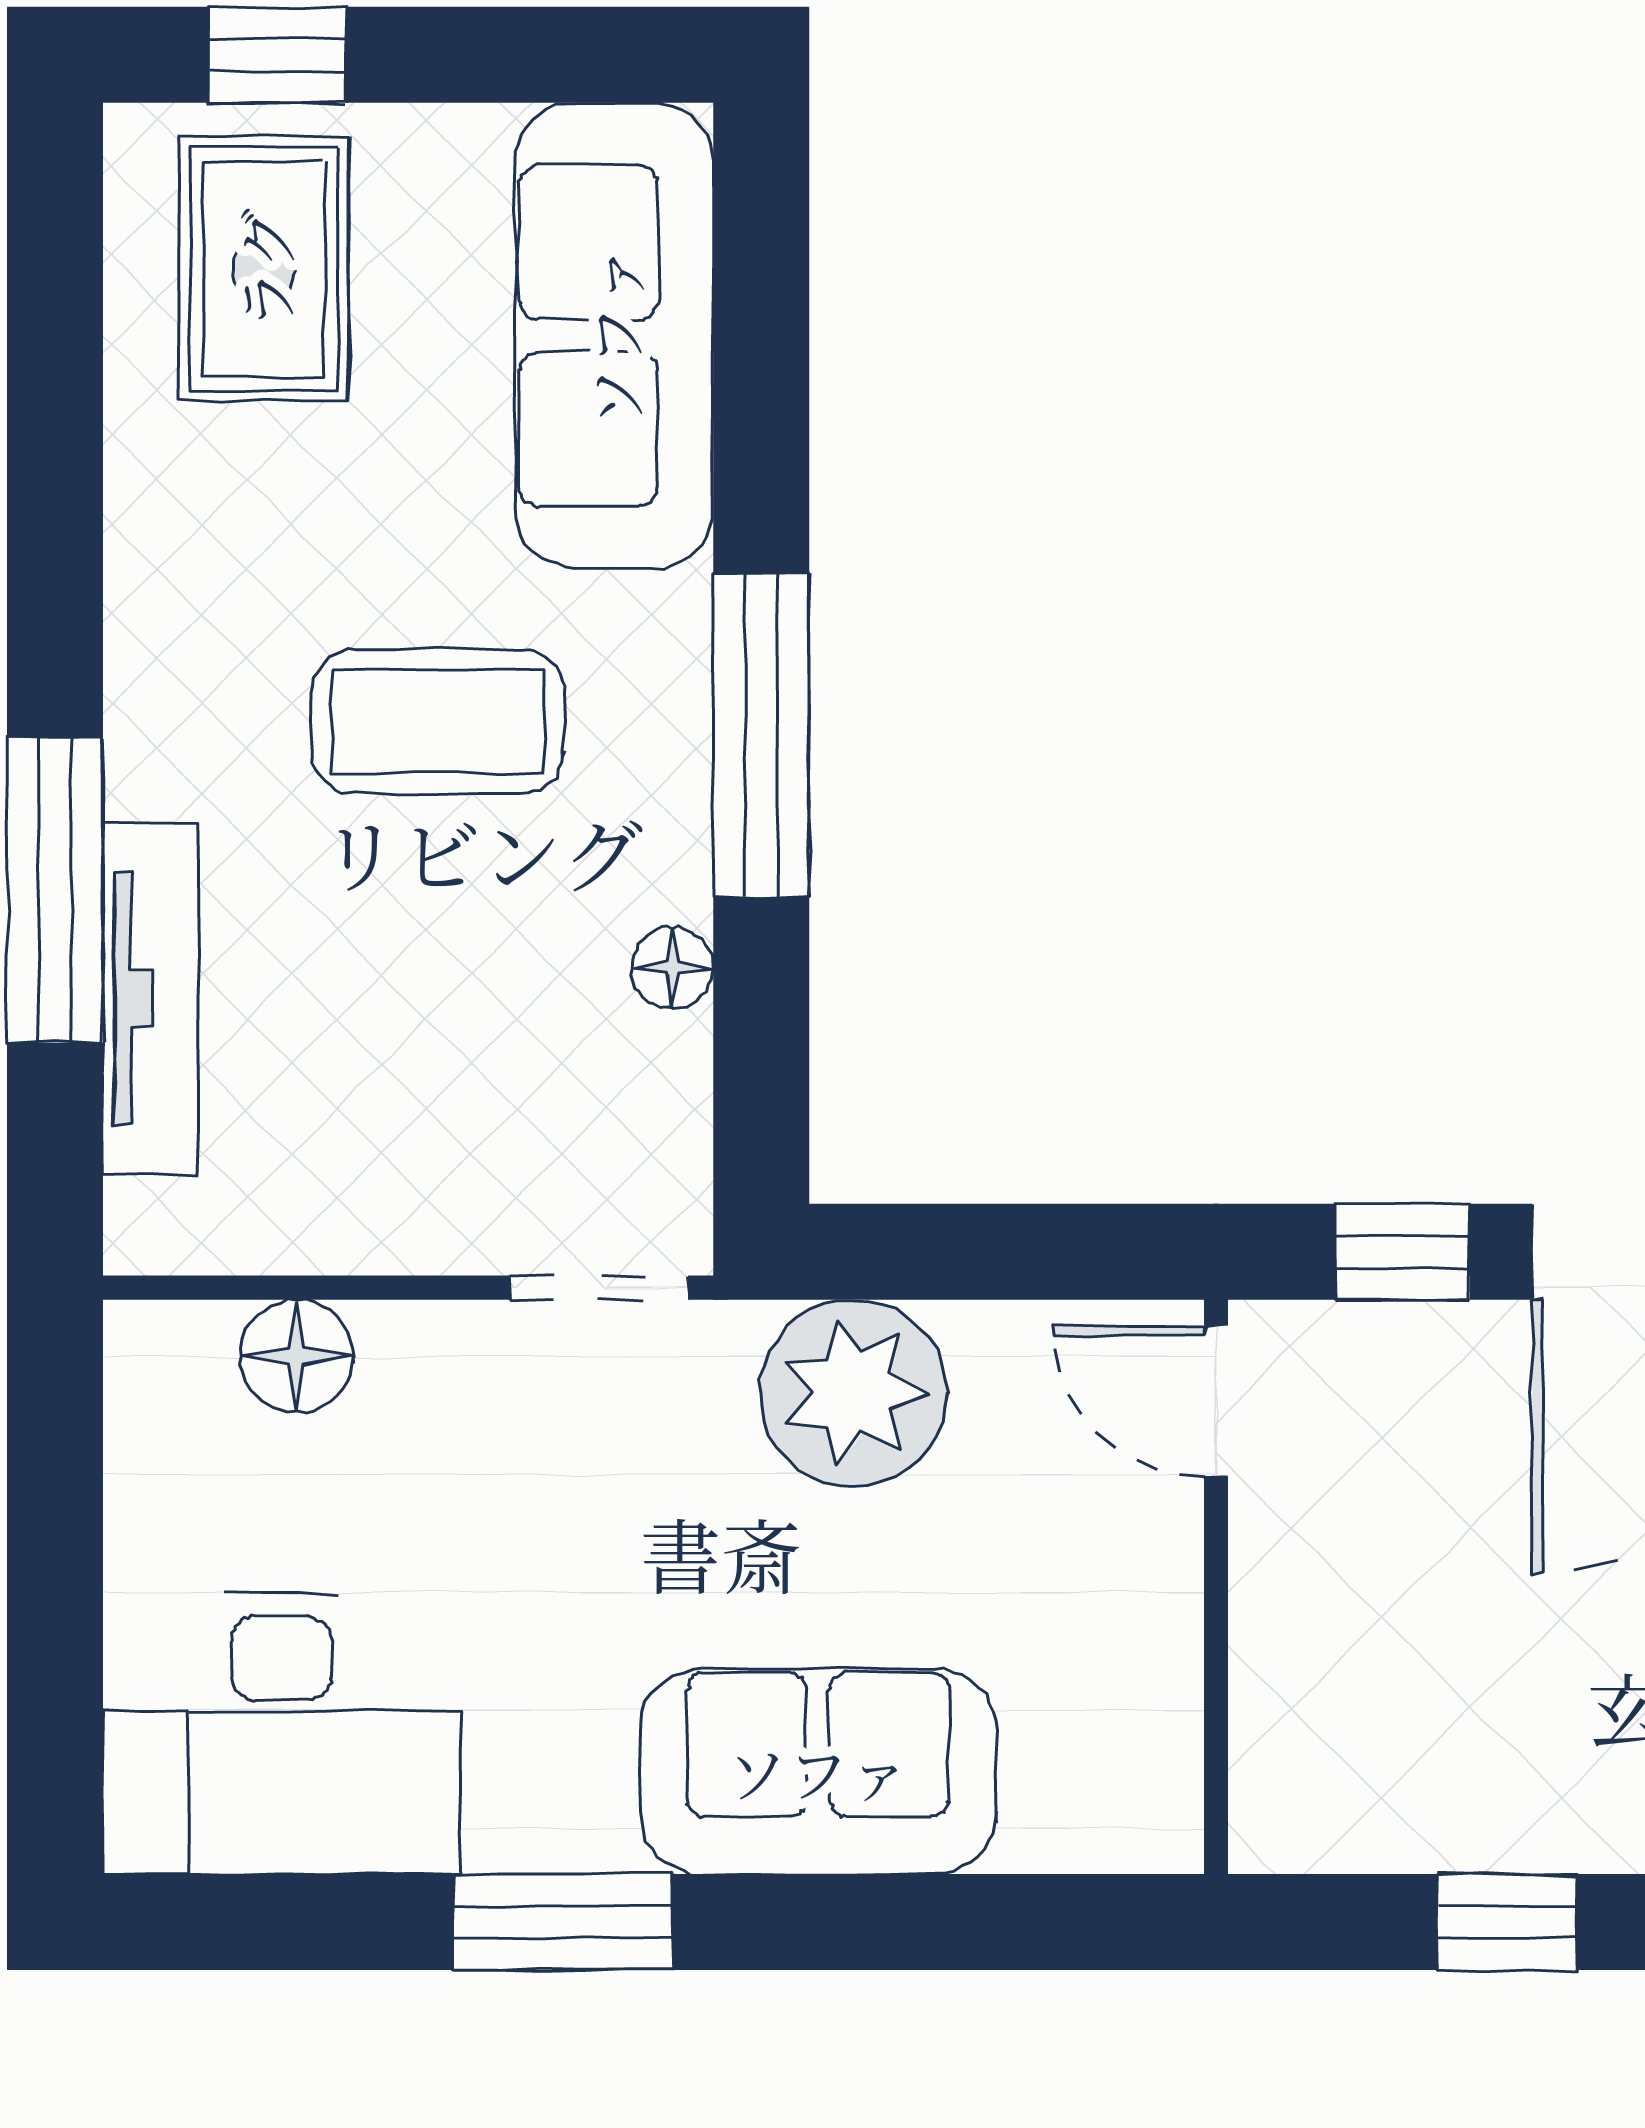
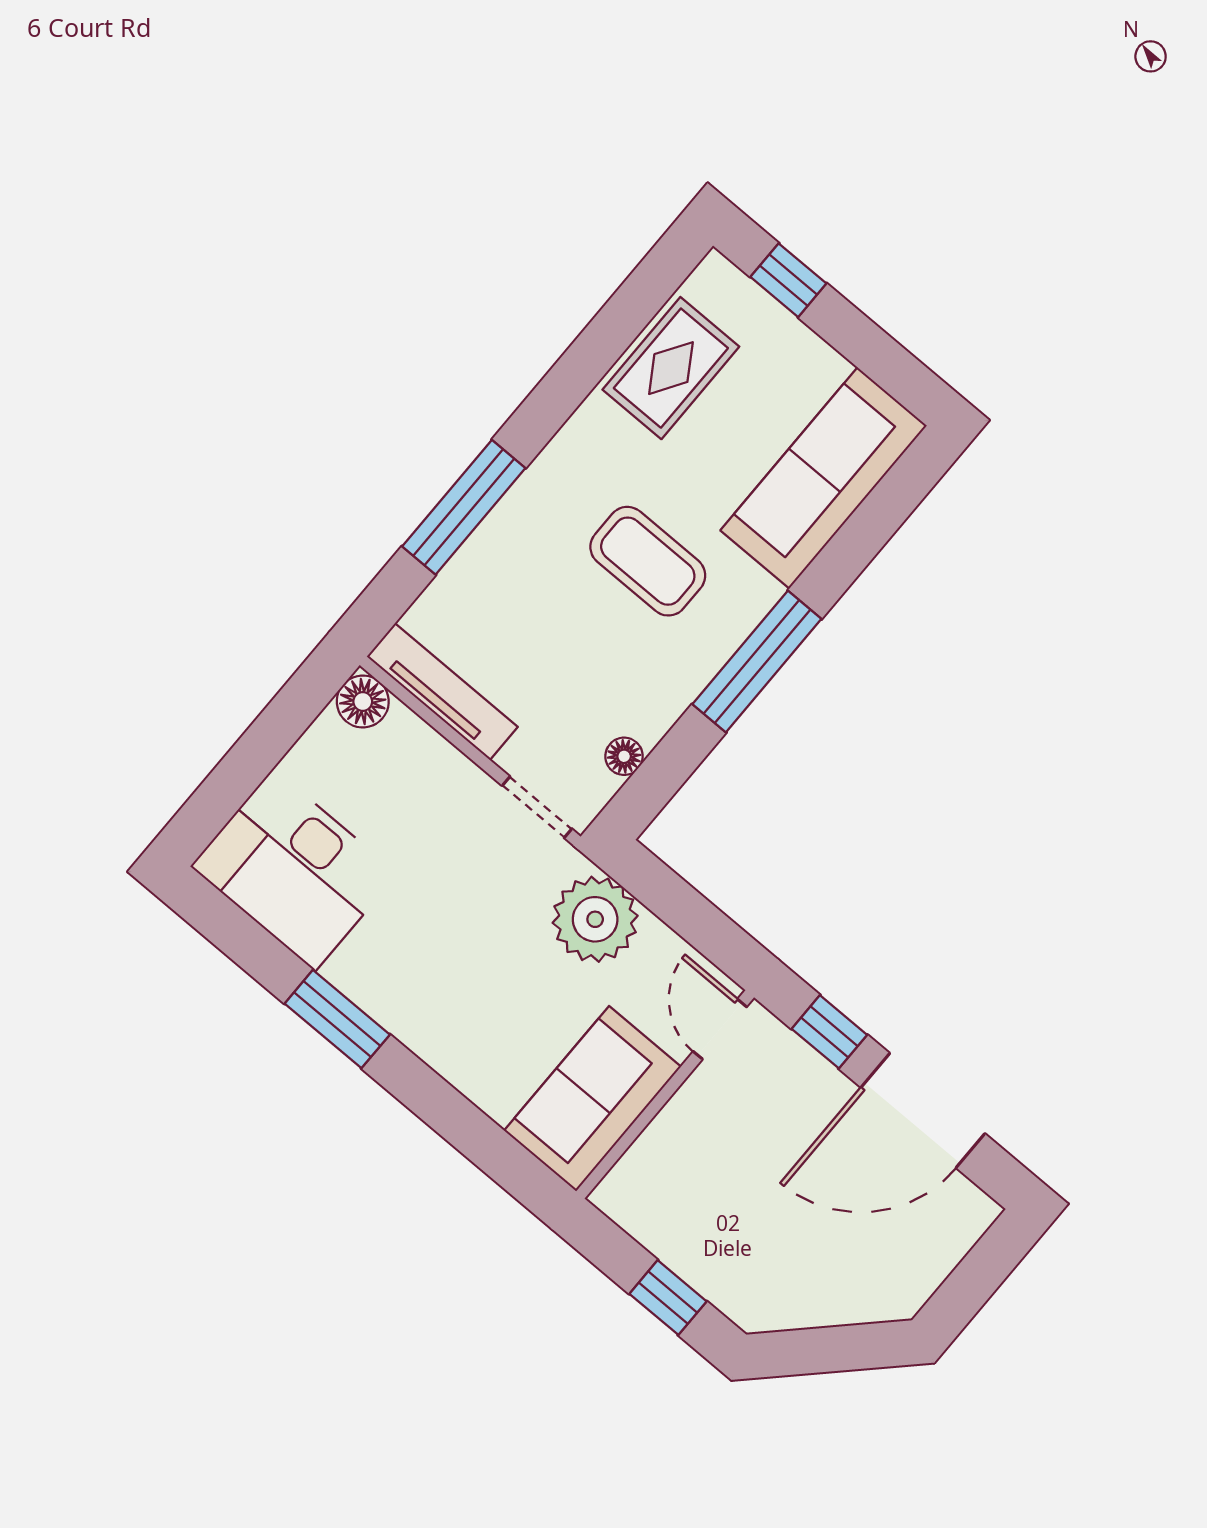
rug: (264, 269) -> (671, 368), moved
floor lamp: (673, 968) -> (624, 756), moved
tv unit: (150, 999) -> (442, 692), moved, turned -90
floor lamp: (297, 1356) -> (363, 702), moved
sofa: (818, 1771) -> (593, 1099), moved, turned -90

